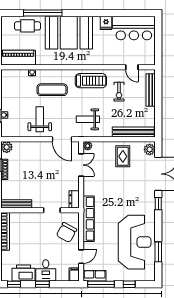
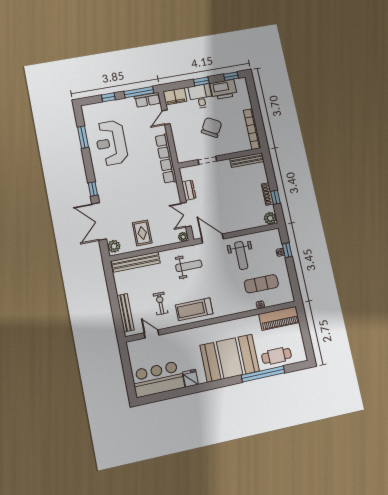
exercise mat: (52, 90) -> (261, 284), moved
dresser: (74, 199) -> (189, 190), moved
chair: (67, 232) -> (212, 127), moved
reception desk: (135, 242) -> (111, 143), width x0.74, depth x0.77
filing cabinet: (74, 275) -> (175, 96), width x2.00

